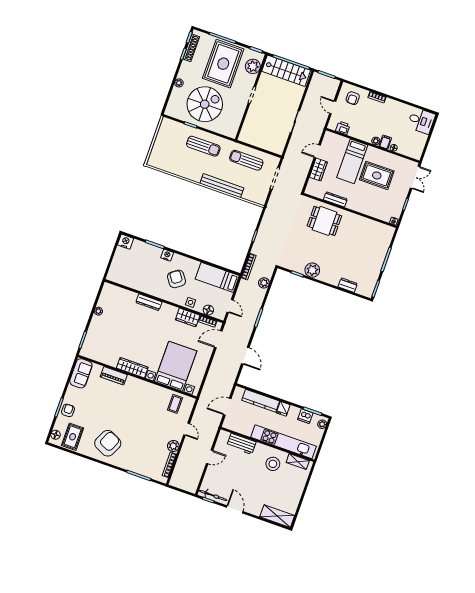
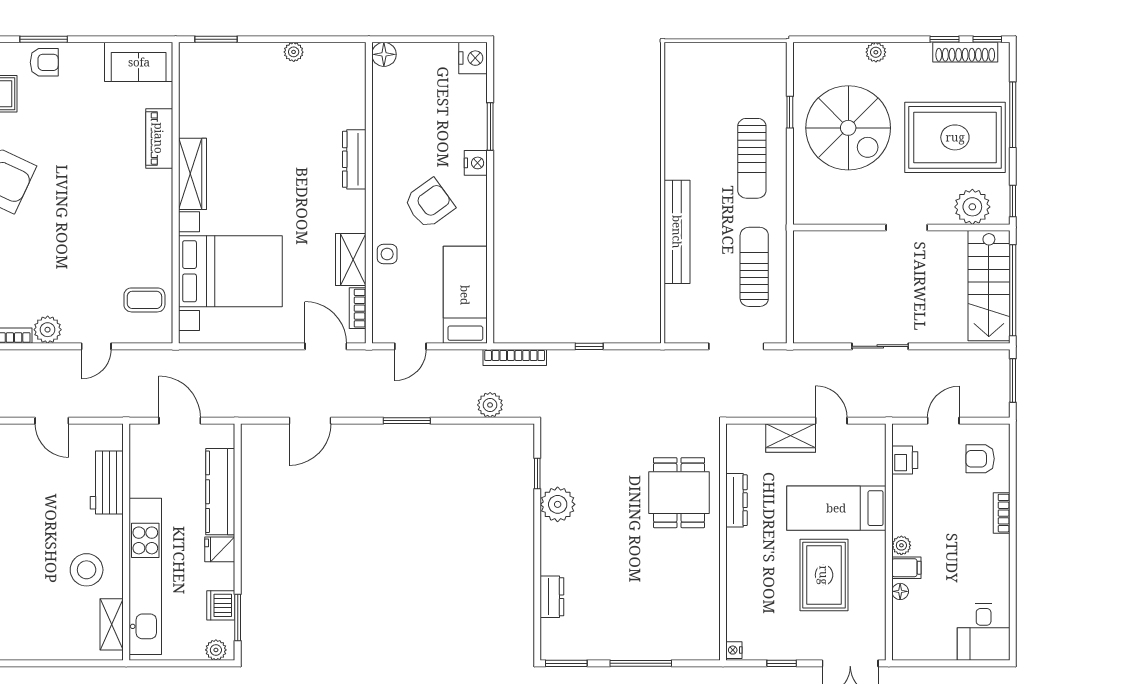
floor lamp: (208, 310) -> (384, 54), moved

